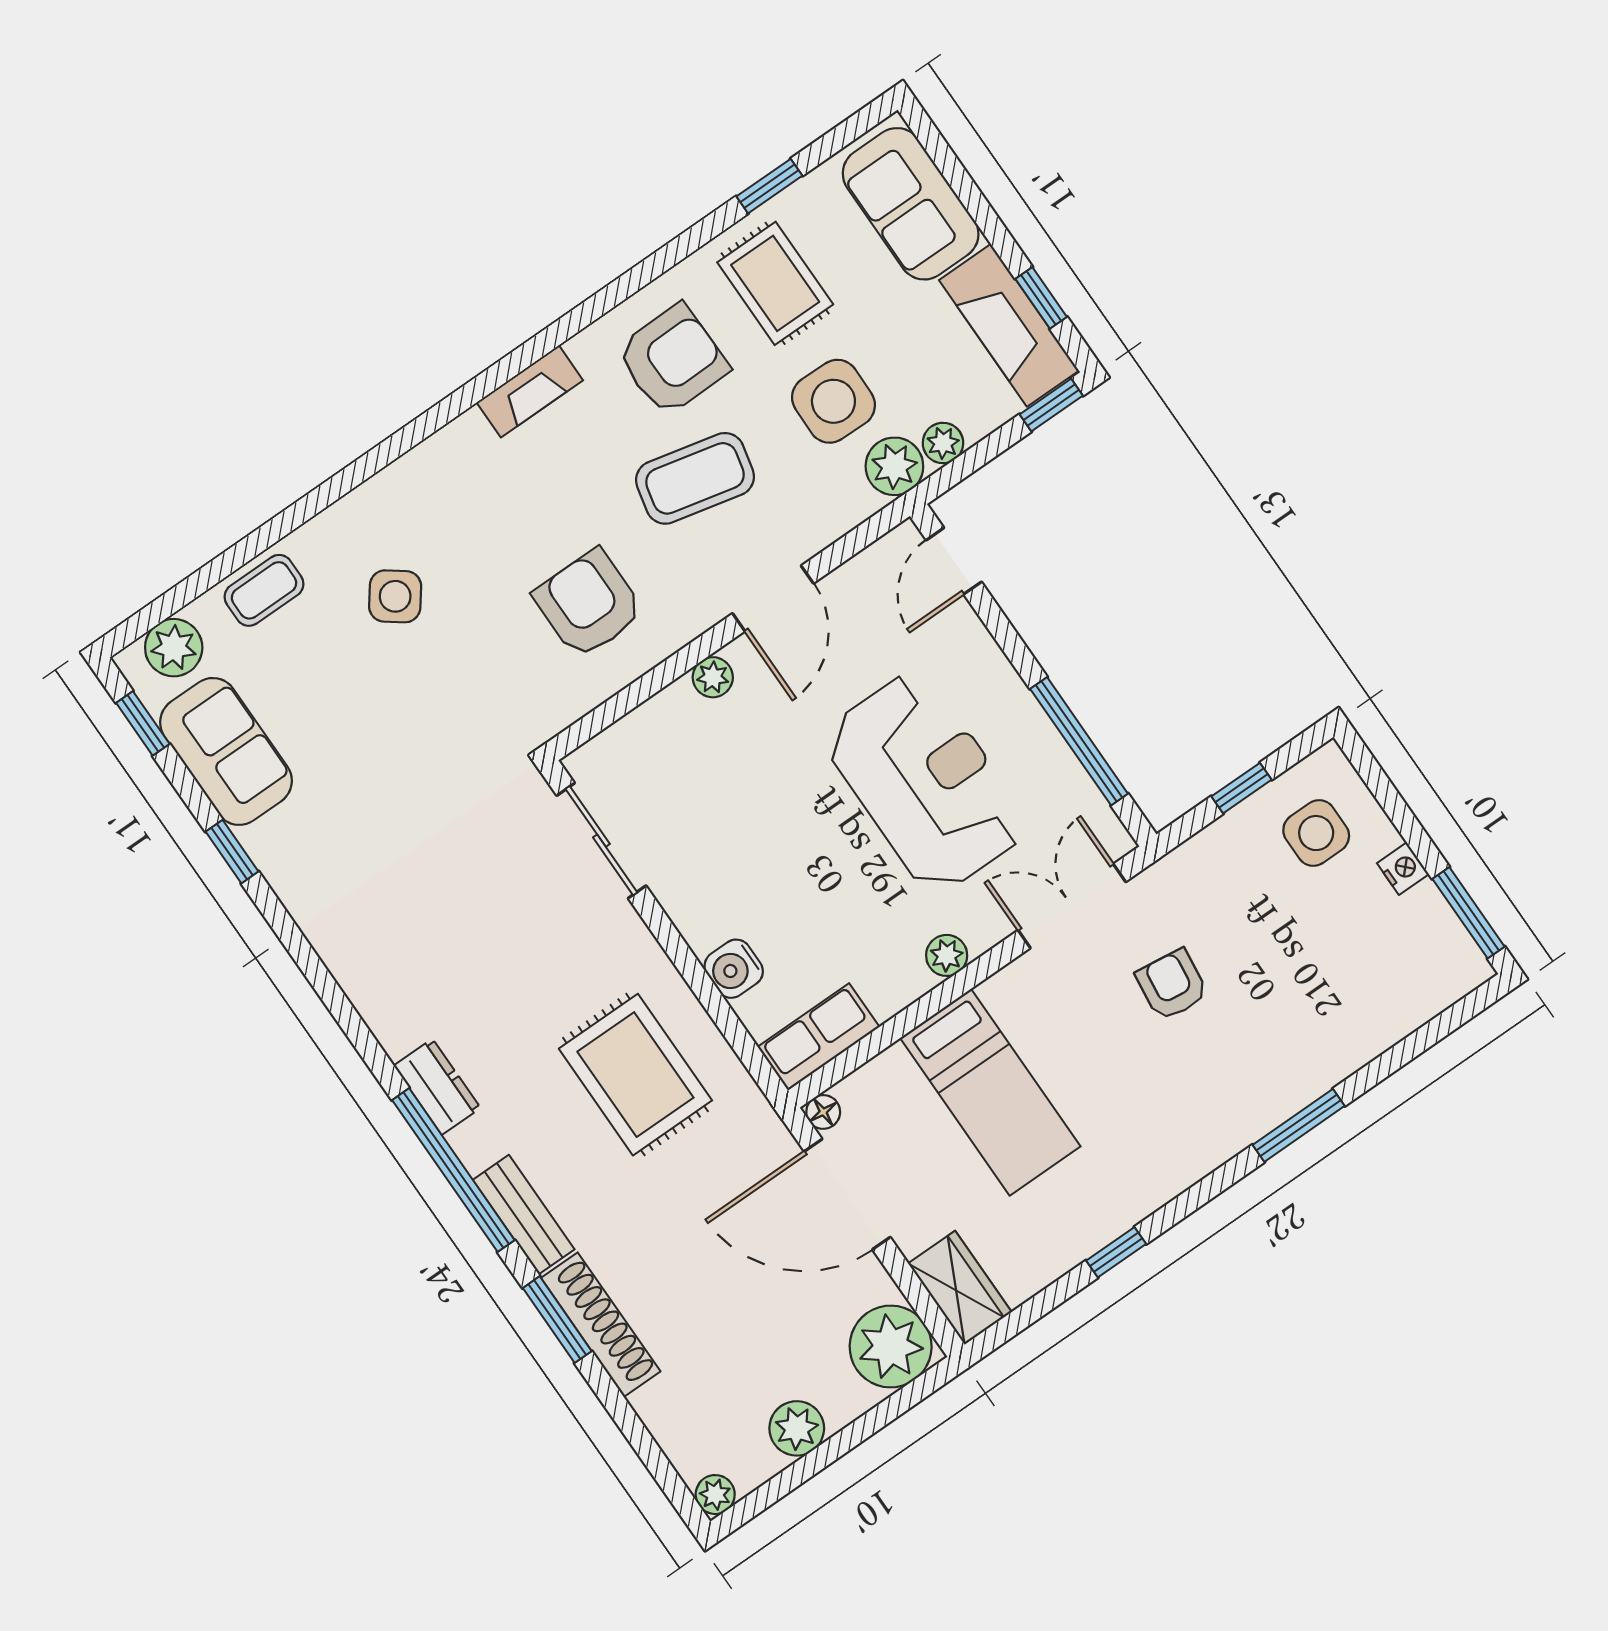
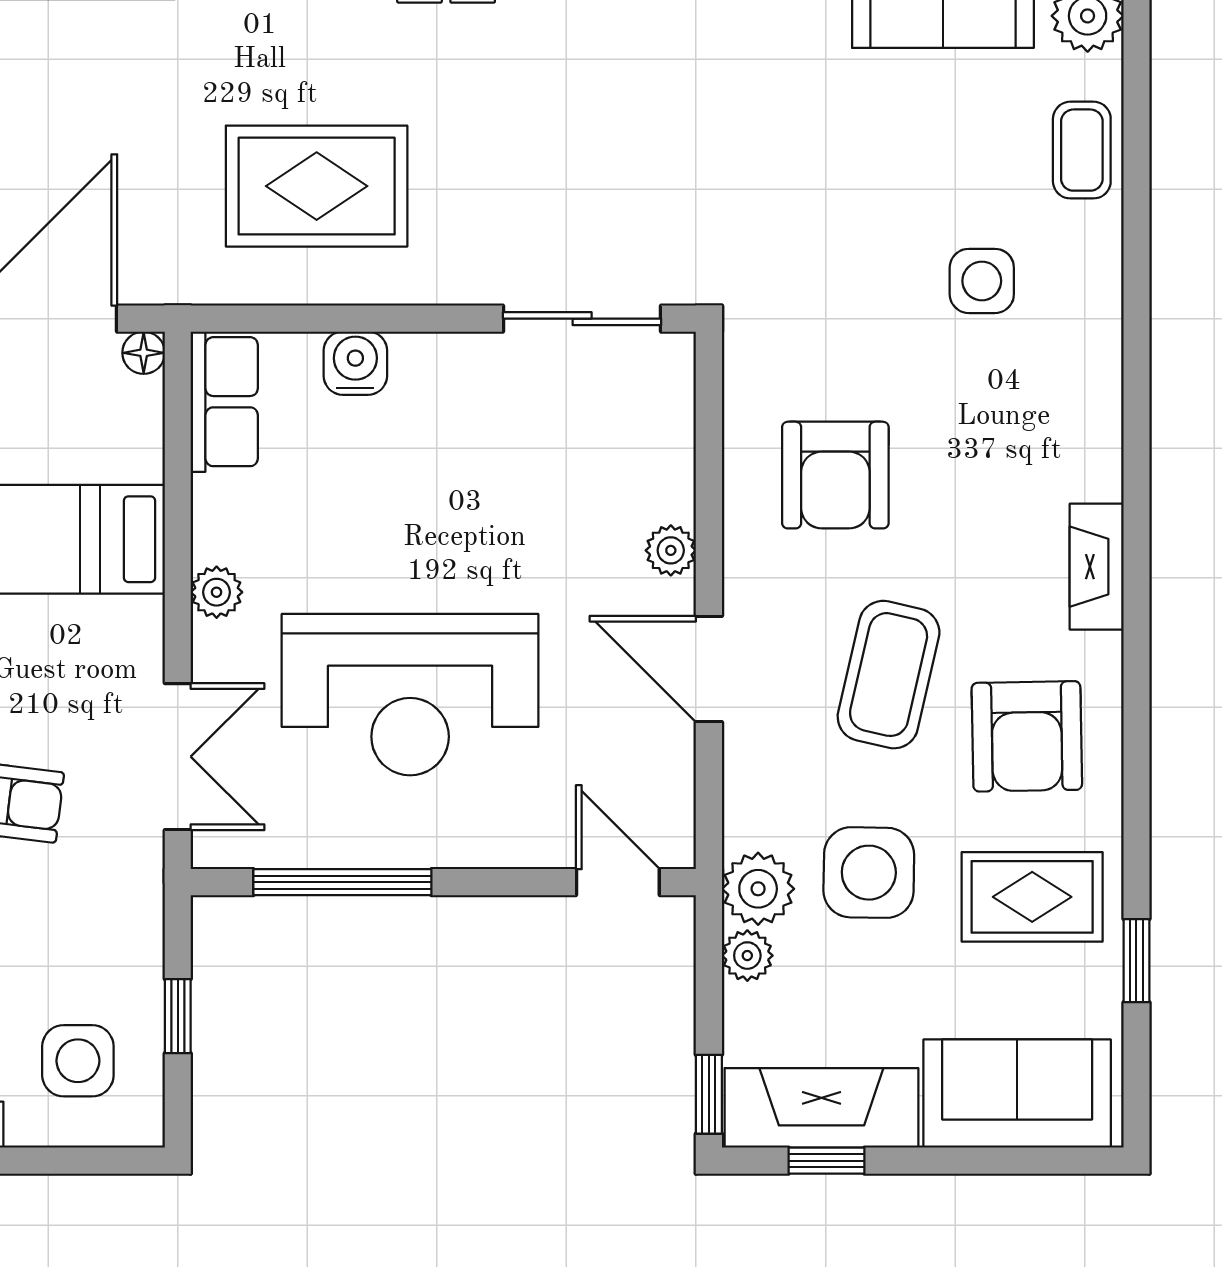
side table: (395, 596) -> (982, 281), turned -37
armchair: (589, 604) -> (835, 475), turned 90

